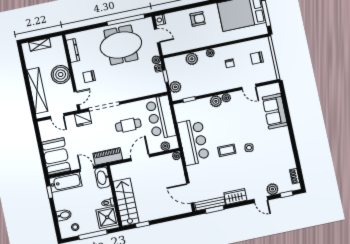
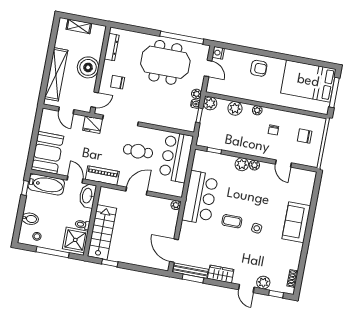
plant: (175, 87) -> (210, 103), moved
sofa: (275, 111) -> (296, 222), moved
plant: (165, 146) -> (168, 190), removed

